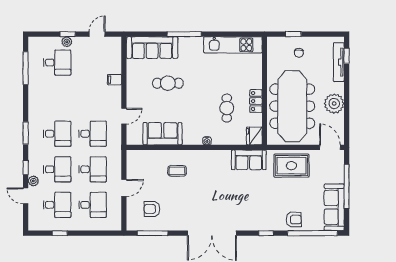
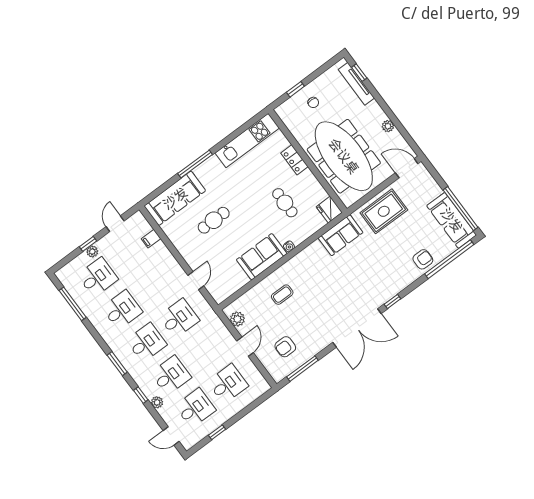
filing cabinet: (114, 80) -> (151, 239), moved
locker: (256, 101) -> (294, 160), moved
plant: (334, 104) -> (388, 126), width x0.53, depth x0.53
sofa: (163, 134) -> (262, 257), moved
plant: (133, 165) -> (237, 319), added
desk: (92, 169) -> (122, 310), moved
window: (347, 186) -> (461, 209), moved
door: (26, 196) -> (171, 436), moved
window: (266, 233) -> (392, 302), moved

